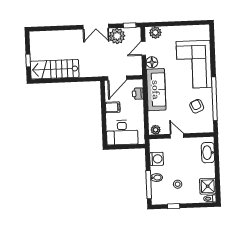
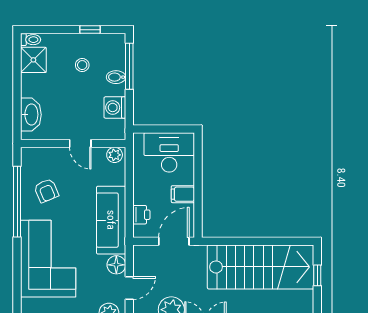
stairs: (55, 69) -> (261, 267), width x1.36, depth x1.51

